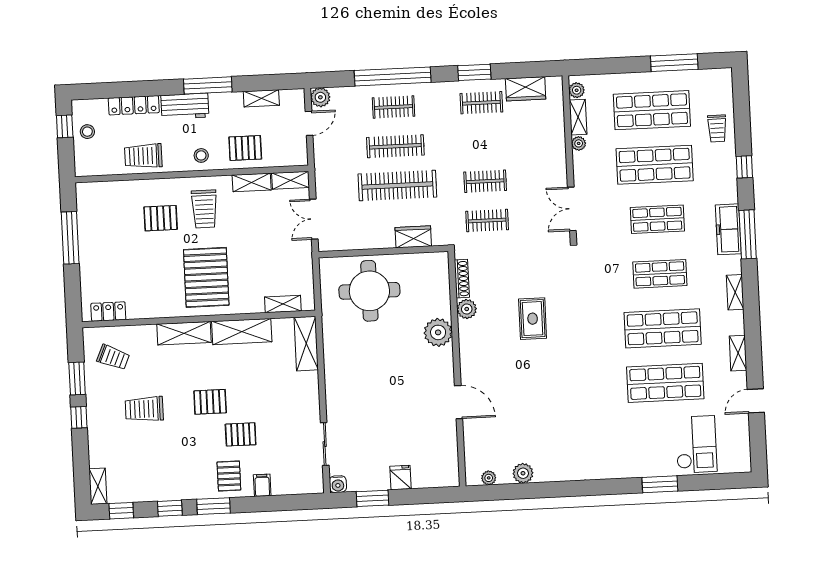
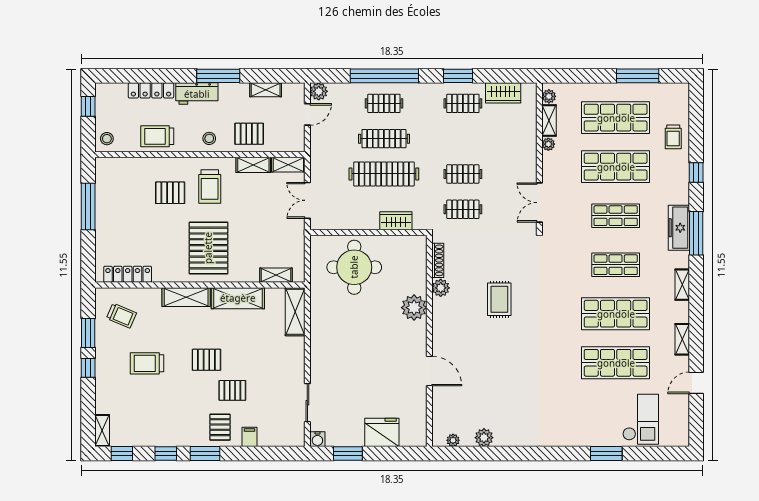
stool: (87, 132) -> (107, 139), moved
locker: (108, 312) -> (128, 274), width x1.53
fridge: (400, 477) -> (382, 432), width x1.88, depth x1.34

